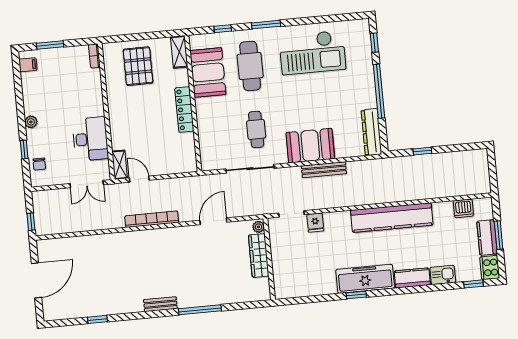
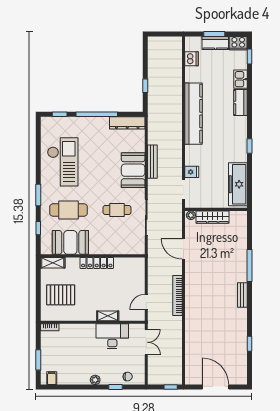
shelving: (120, 165) -> (108, 316), moved
freezer: (365, 279) -> (238, 184), moved

